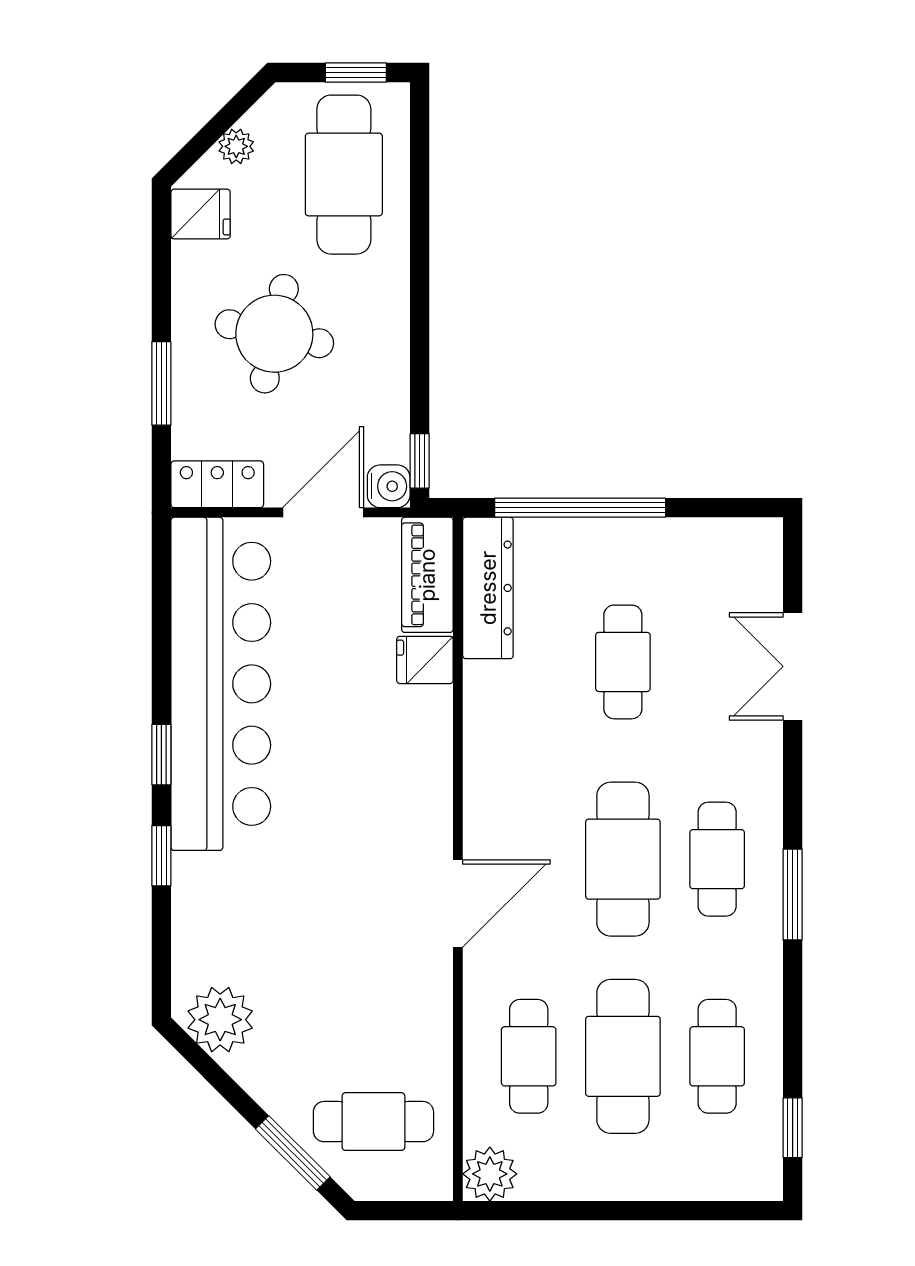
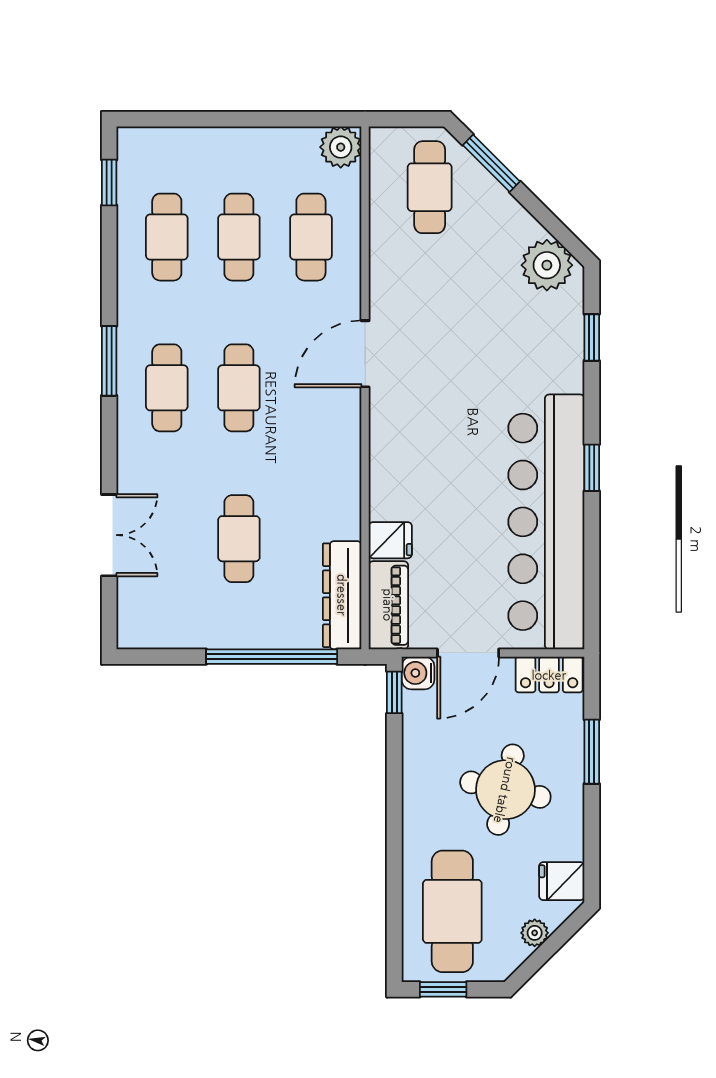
window: (161, 856) -> (592, 337), moved
cafe table: (623, 859) -> (239, 388), width x0.73, depth x0.74
cafe table: (623, 1056) -> (239, 237), width x0.73, depth x0.74
cafe table: (373, 1122) -> (430, 187), turned 90

